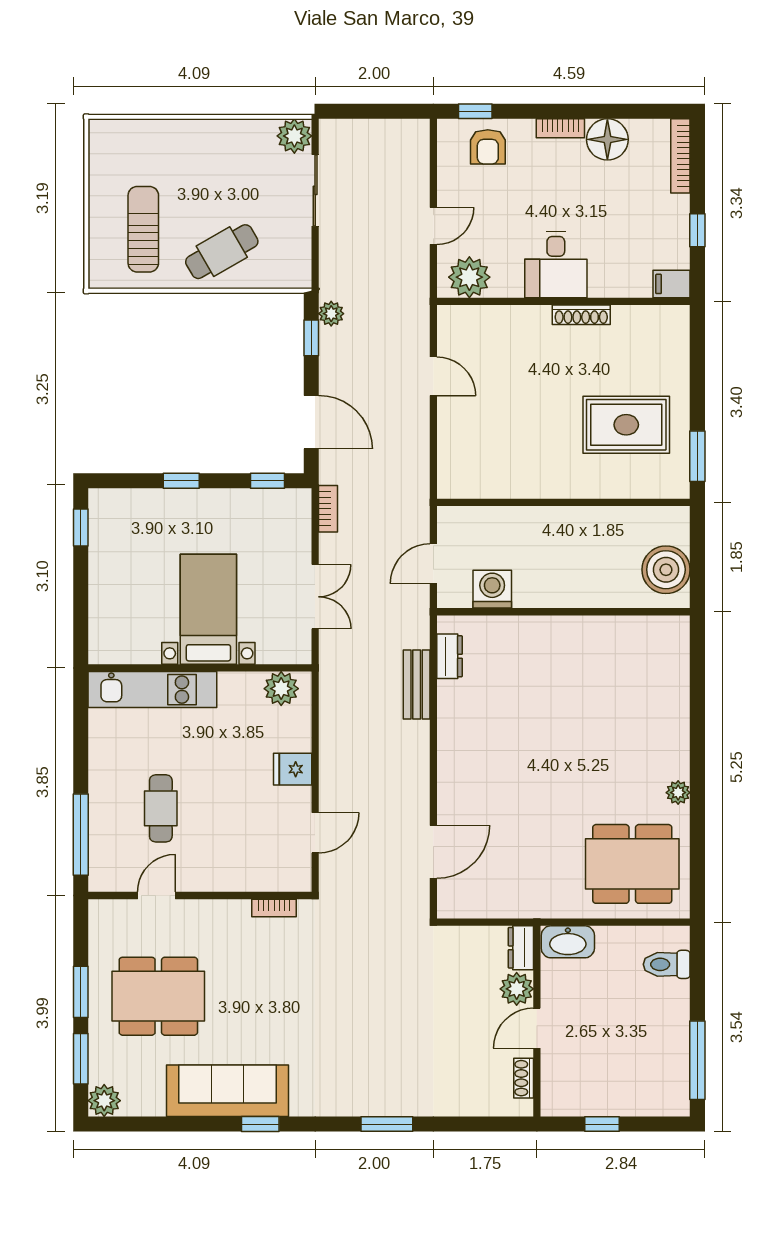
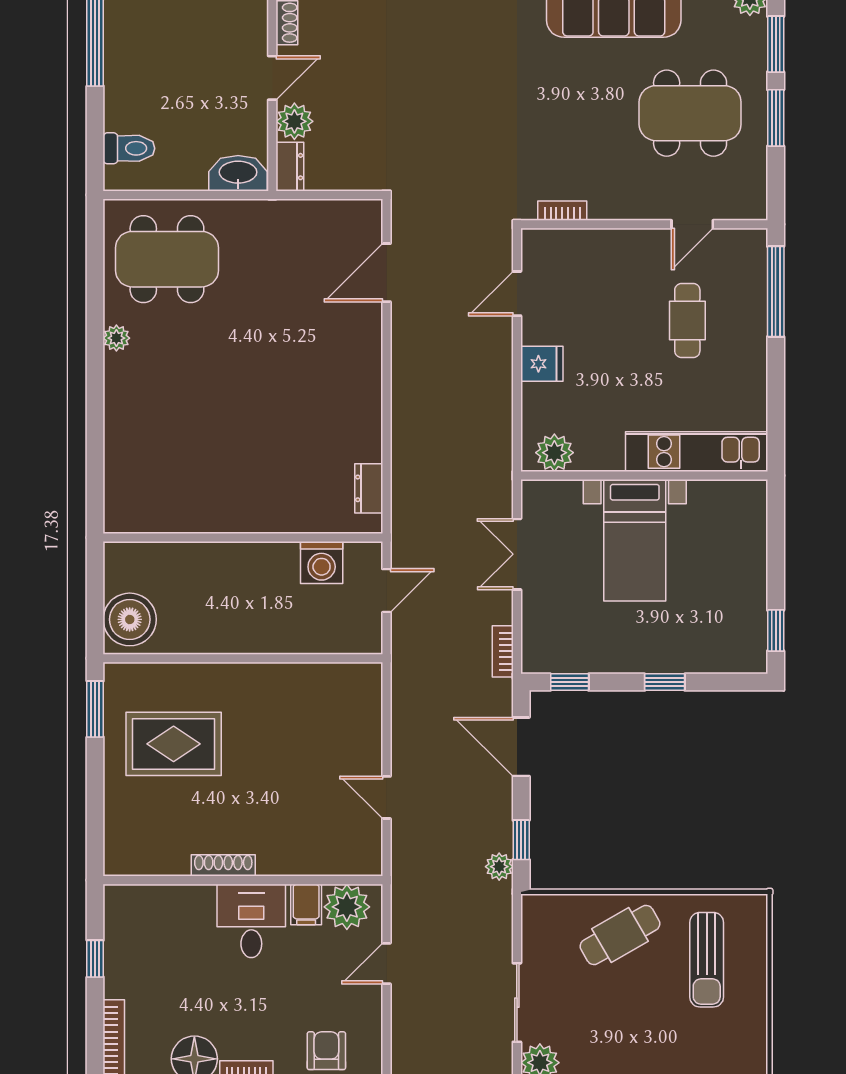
filing cabinet: (671, 284) -> (306, 904), moved, turned 90
boiler: (666, 570) -> (130, 619), moved
bench: (417, 685) -> (405, 457), removed

